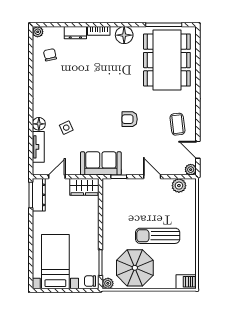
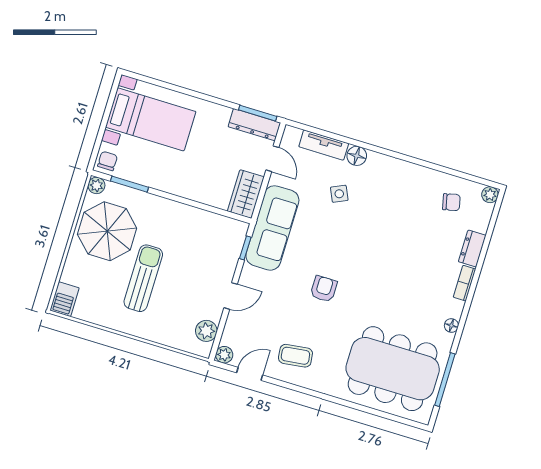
floor lamp: (124, 35) -> (451, 326), width x0.53, depth x0.53
sofa: (101, 163) -> (272, 228), width x1.36

